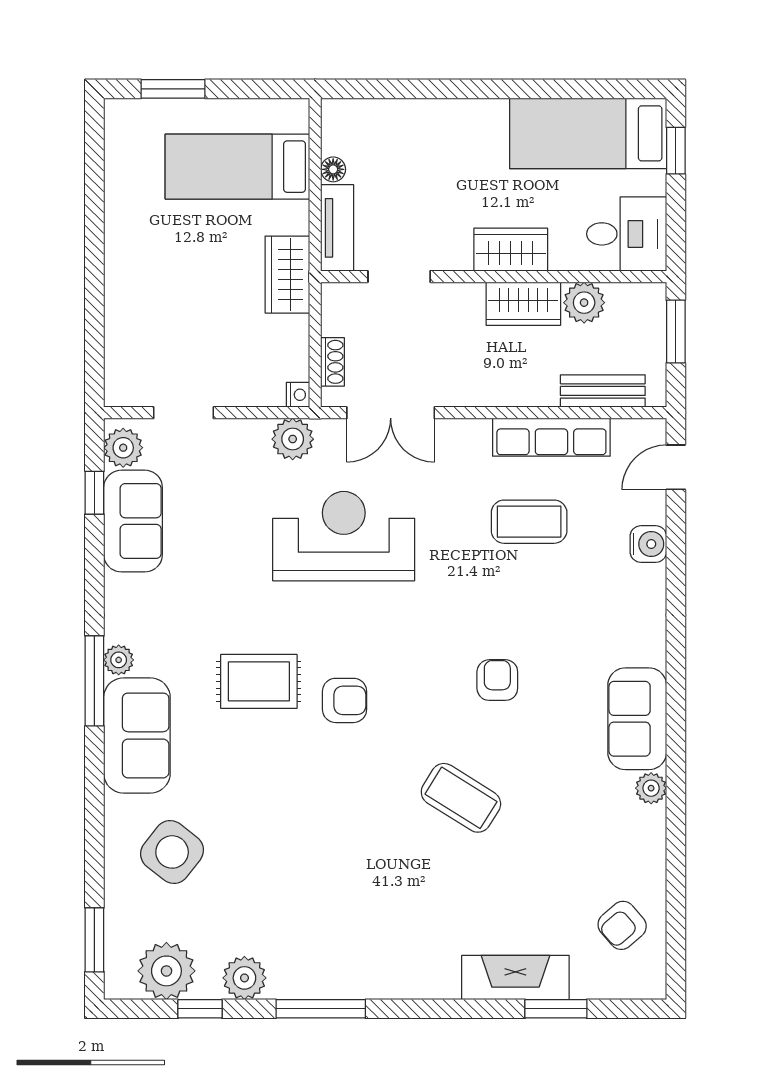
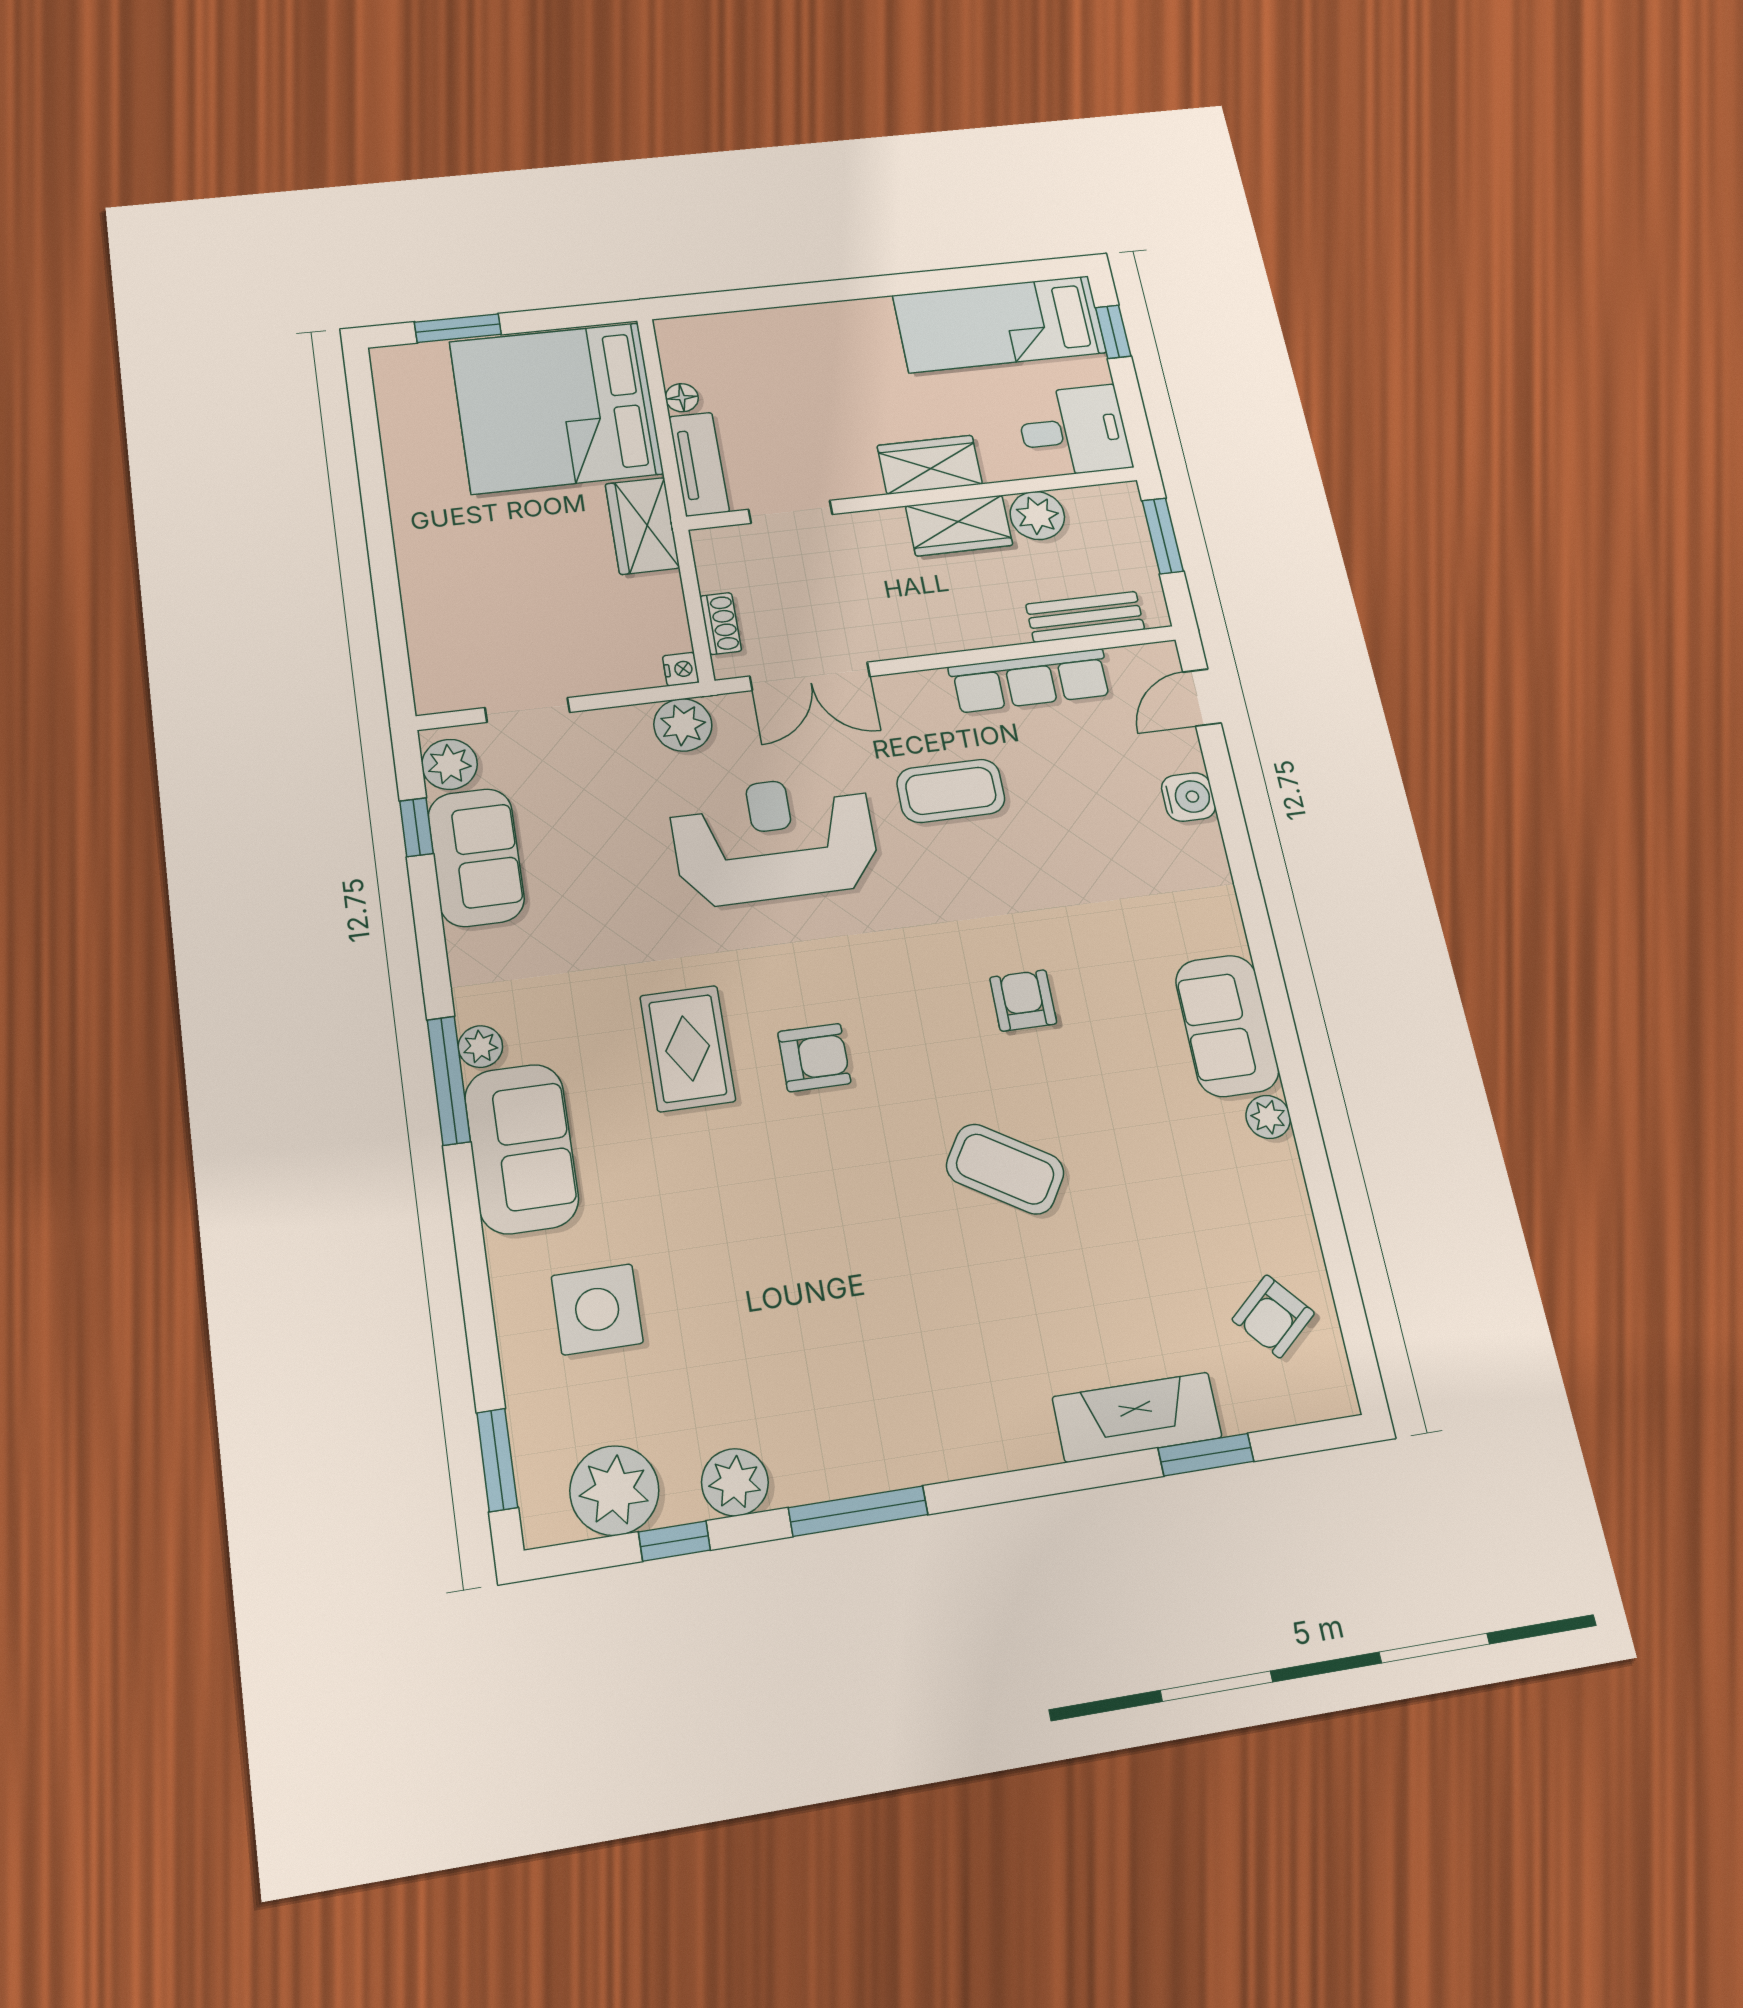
bed: (237, 167) -> (556, 408), width x2.04
coffee table: (529, 522) -> (951, 791), moved
rug: (259, 681) -> (688, 1048), turned 90
side table: (172, 852) -> (597, 1309), turned -38

